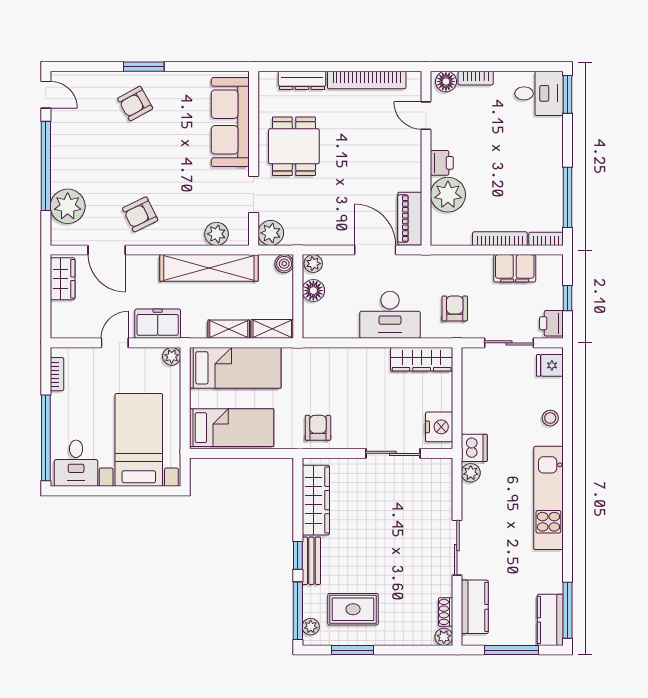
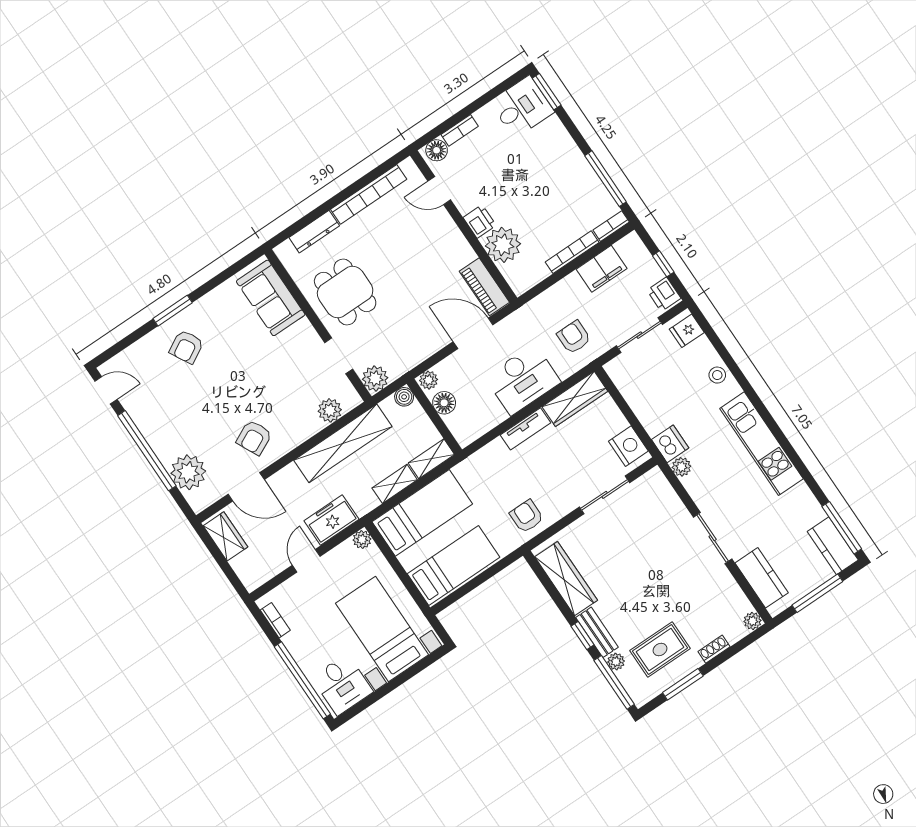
sofa: (230, 122) -> (271, 298), width x0.73
tv unit: (365, 356) -> (526, 429), added
shoe rack: (446, 612) -> (714, 649), moved, turned 90
plant: (311, 627) -> (616, 662), moved

